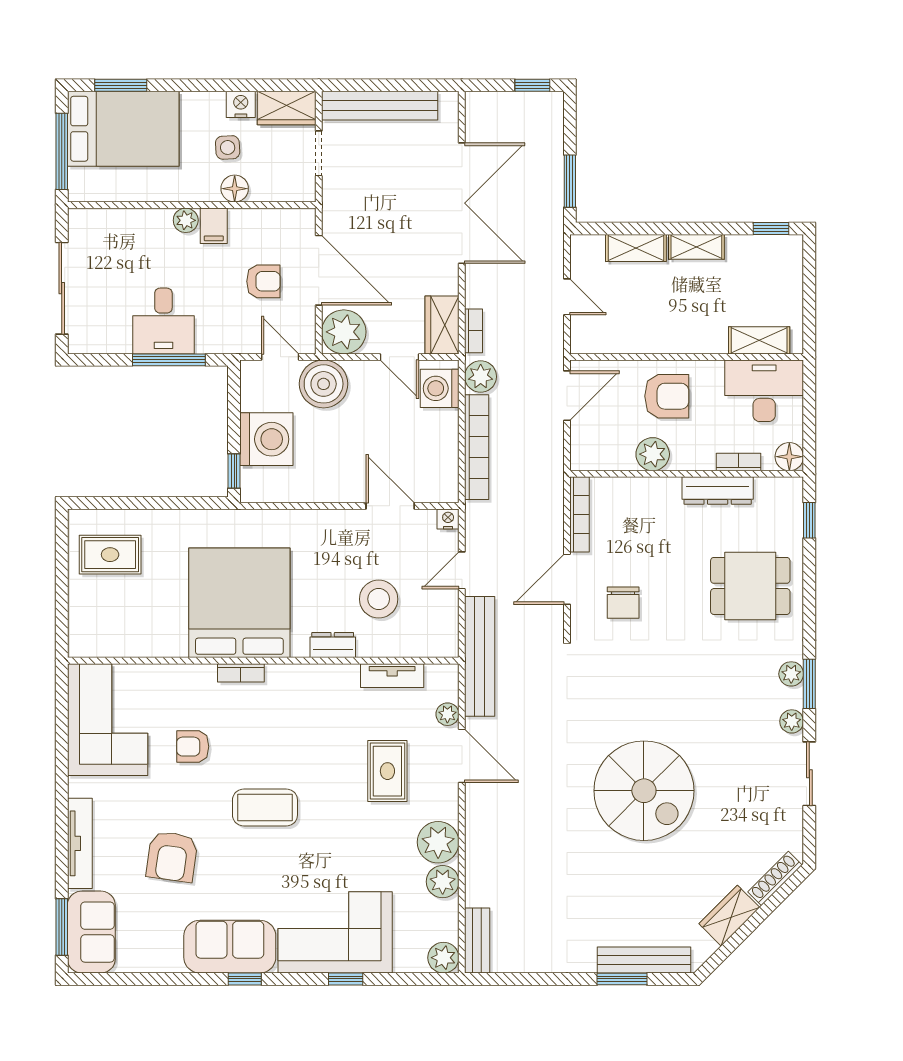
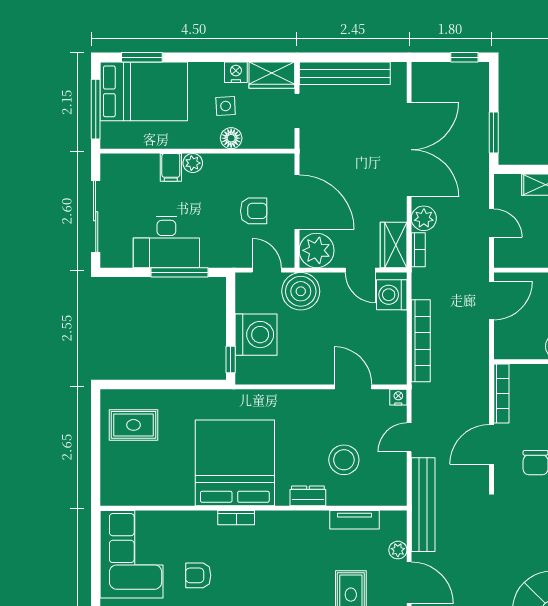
filing cabinet: (214, 226) -> (171, 167), moved
desk: (163, 321) -> (166, 242), width x1.37
plant: (481, 377) -> (424, 218), moved

